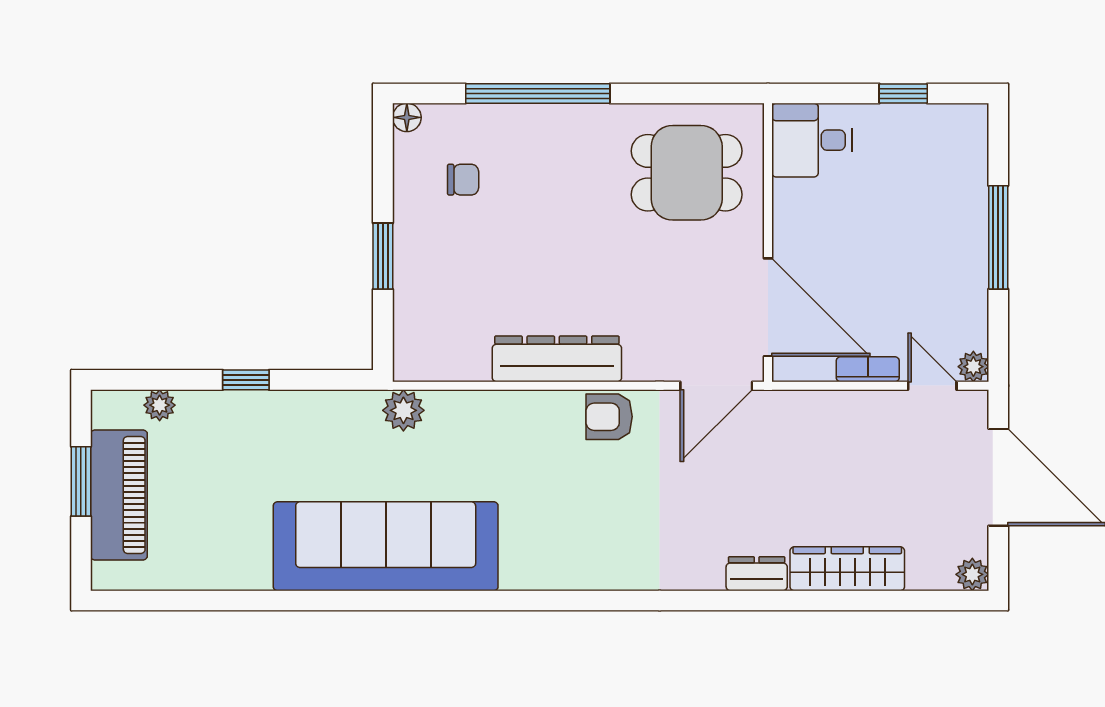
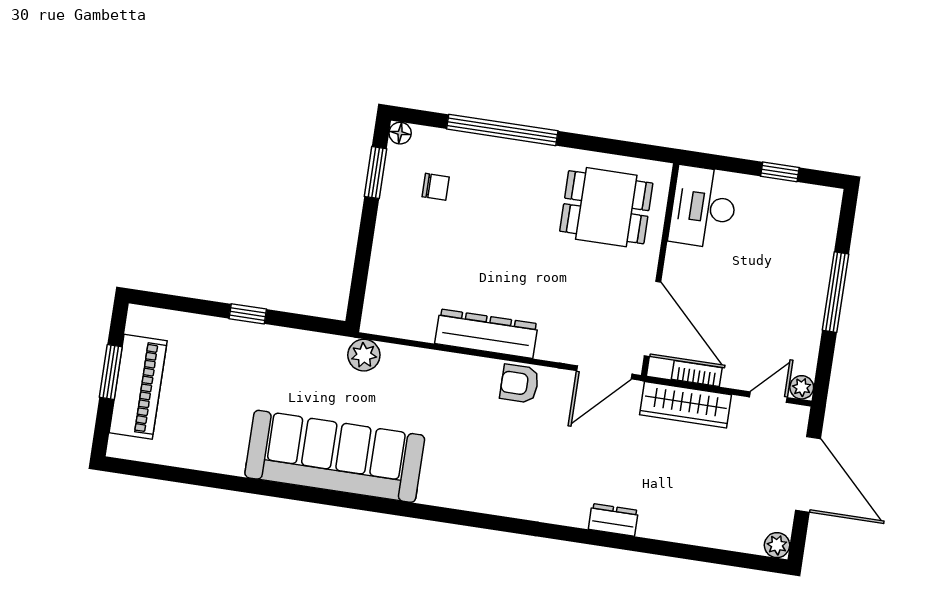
desk: (812, 140) -> (703, 207), width x1.37
window: (383, 256) -> (376, 173), moved
bookcase: (868, 369) -> (697, 374), moved
door: (932, 386) -> (768, 397), hinge flipped
plant: (160, 405) -> (179, 323), removed
wardrobe: (847, 569) -> (685, 405), moved, turned 180

